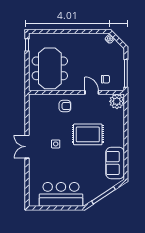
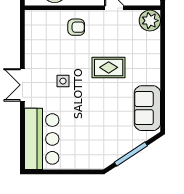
rug: (88, 134) -> (109, 67), width x0.73, depth x0.70
bar counter: (61, 194) -> (42, 139), moved, turned 90

